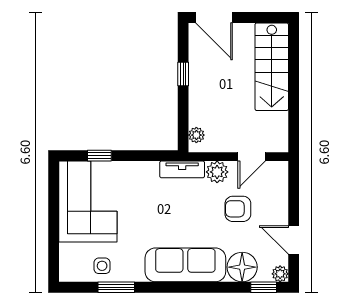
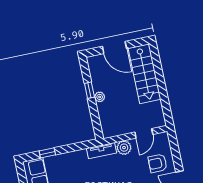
door: (214, 17) -> (114, 48), moved
plant: (196, 135) -> (100, 97), moved
armchair: (238, 209) -> (158, 163), moved

